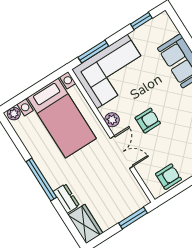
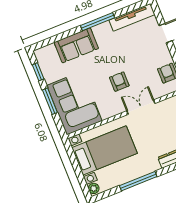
window: (93, 52) -> (50, 101), moved
plant: (112, 120) -> (113, 110), removed
window: (41, 180) -> (138, 181), moved

